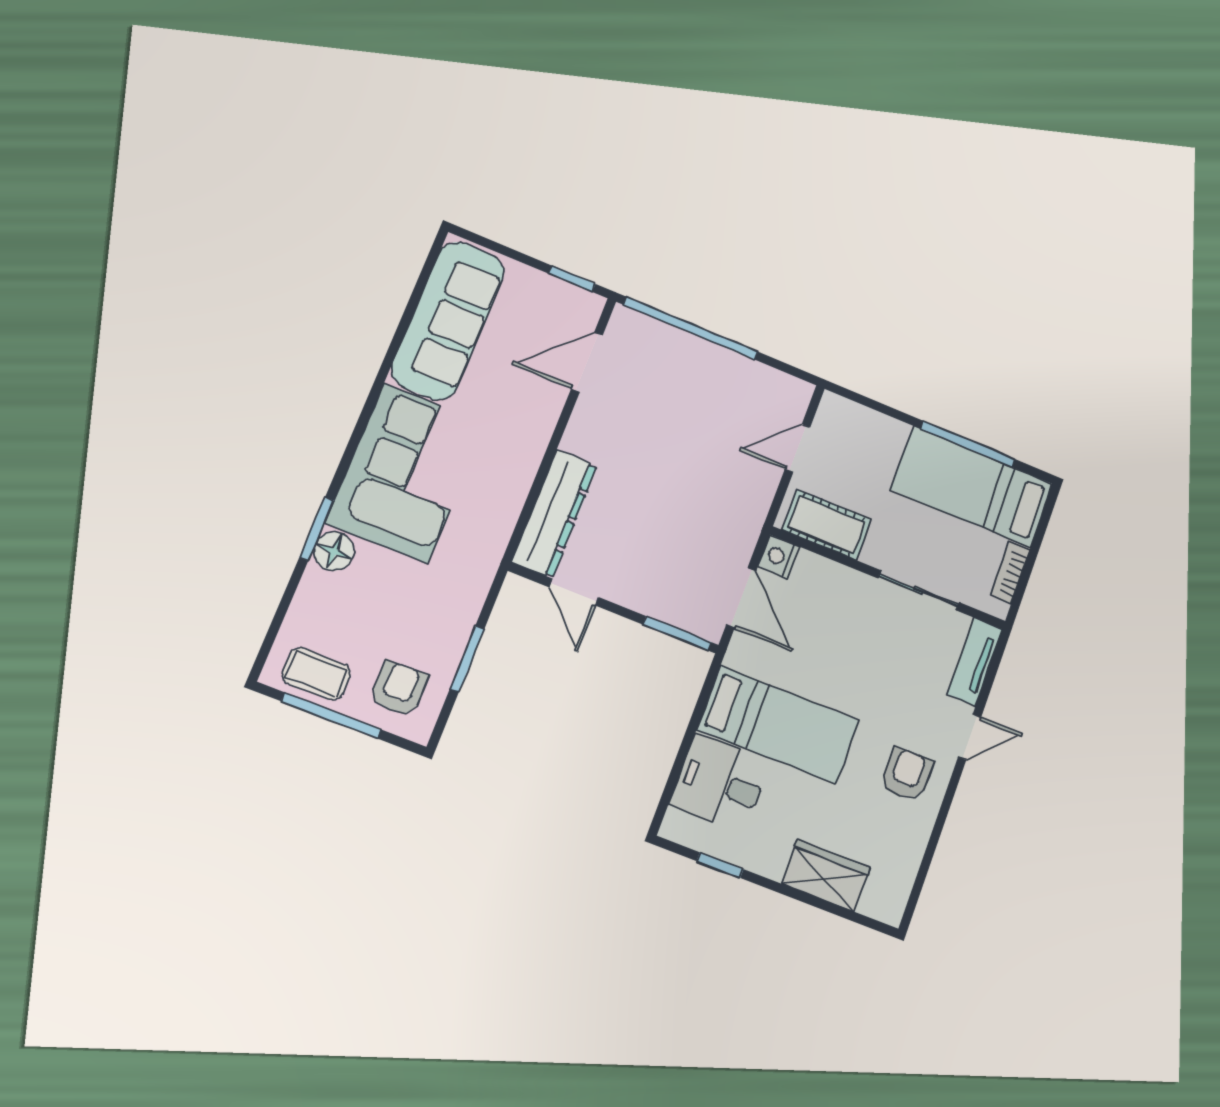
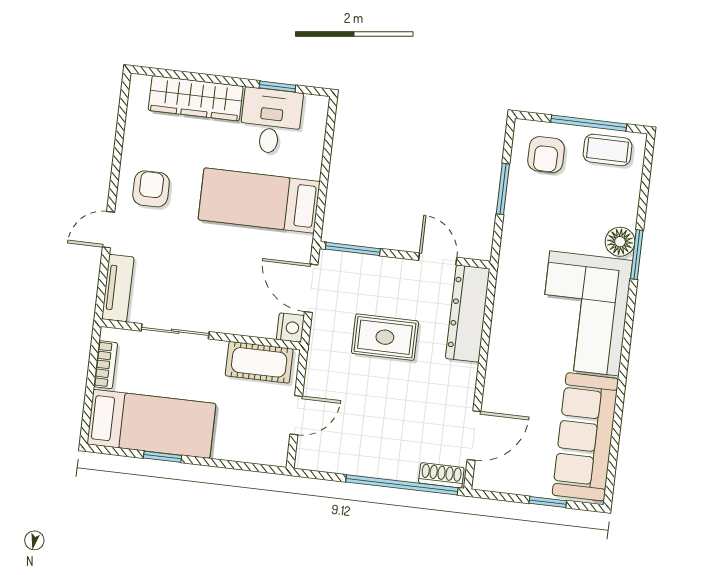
window: (572, 279) -> (548, 502), moved
shoe rack: (640, 326) -> (441, 475), added
window: (968, 444) -> (162, 457), width x0.46
rug: (665, 513) -> (385, 337), added
armchair: (907, 774) -> (151, 189), turned 180
desk: (720, 783) -> (271, 121), moved, turned -90
wardrobe: (826, 876) -> (196, 98), width x1.50

